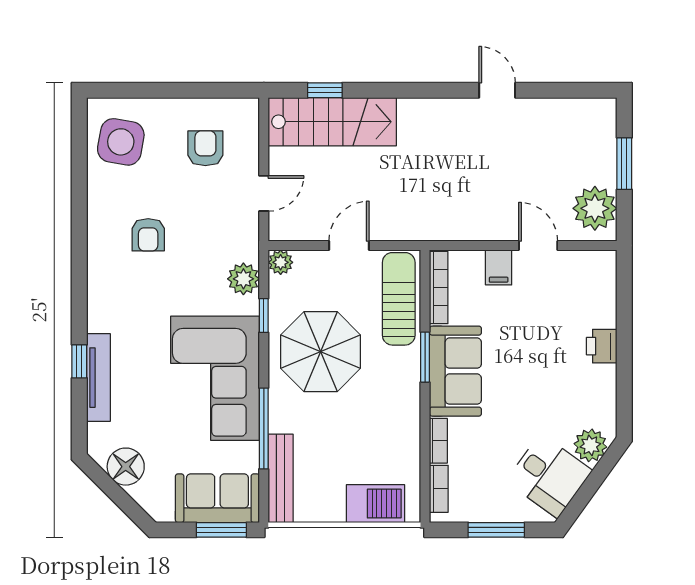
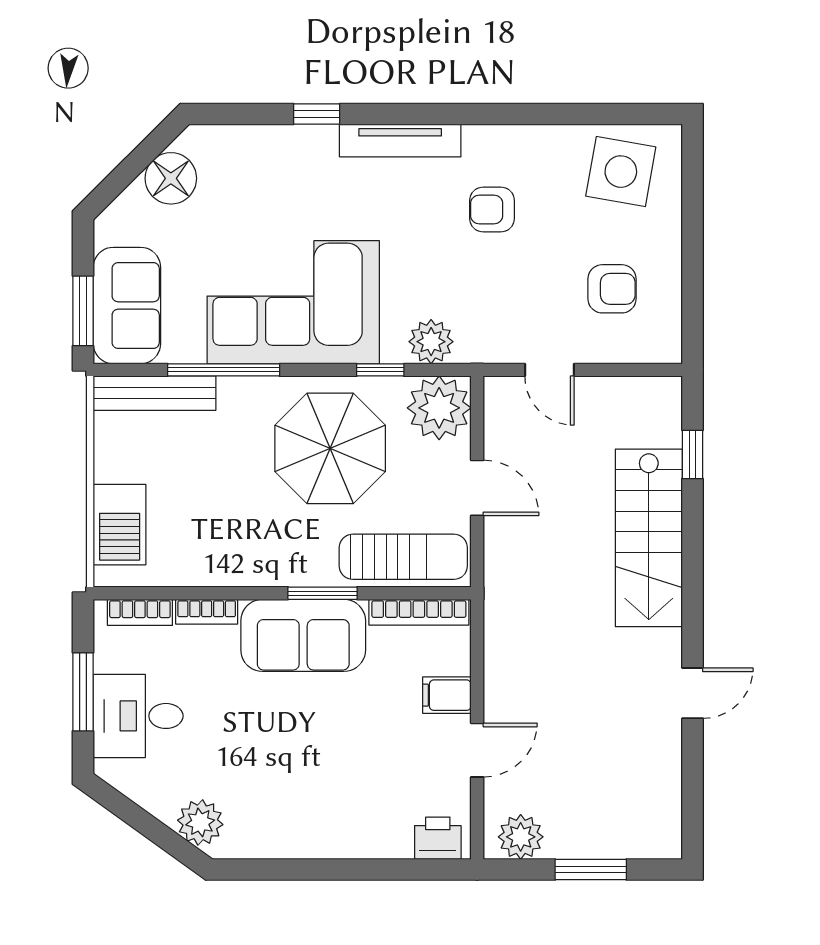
stairs: (332, 122) -> (649, 538), moved
plant: (595, 208) -> (521, 837), width x0.73, depth x0.73
plant: (281, 262) -> (439, 408), width x1.88, depth x1.88
printer: (602, 346) -> (438, 838), moved
tv unit: (98, 378) -> (400, 141), moved
desk: (549, 476) -> (138, 716), moved, turned 54

